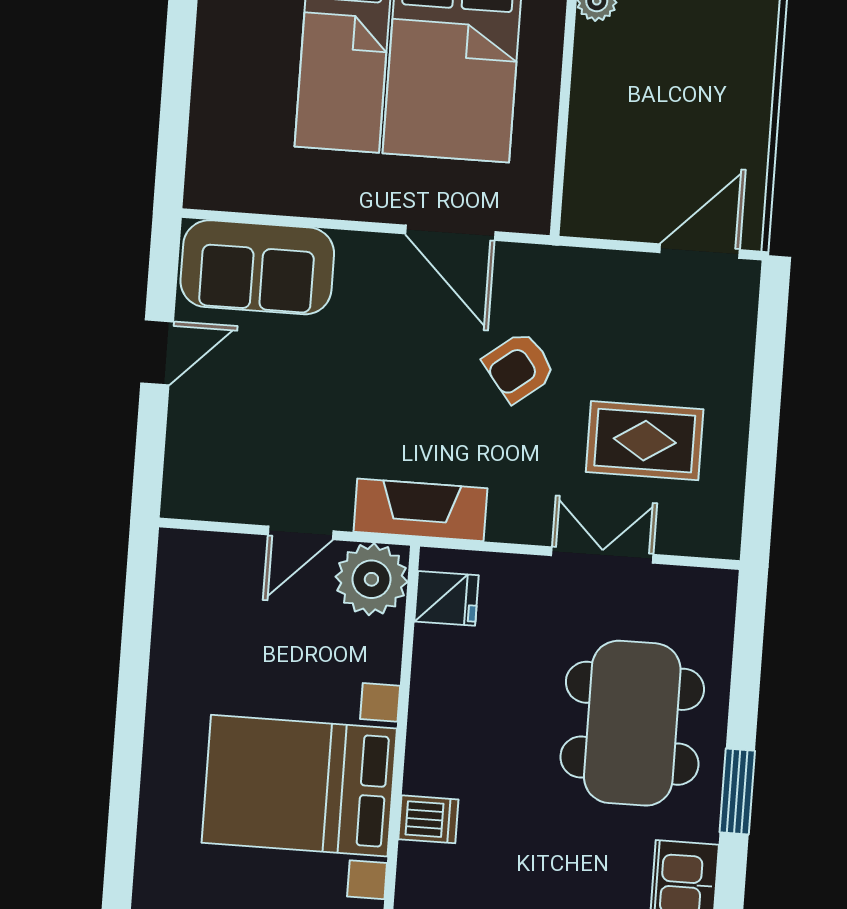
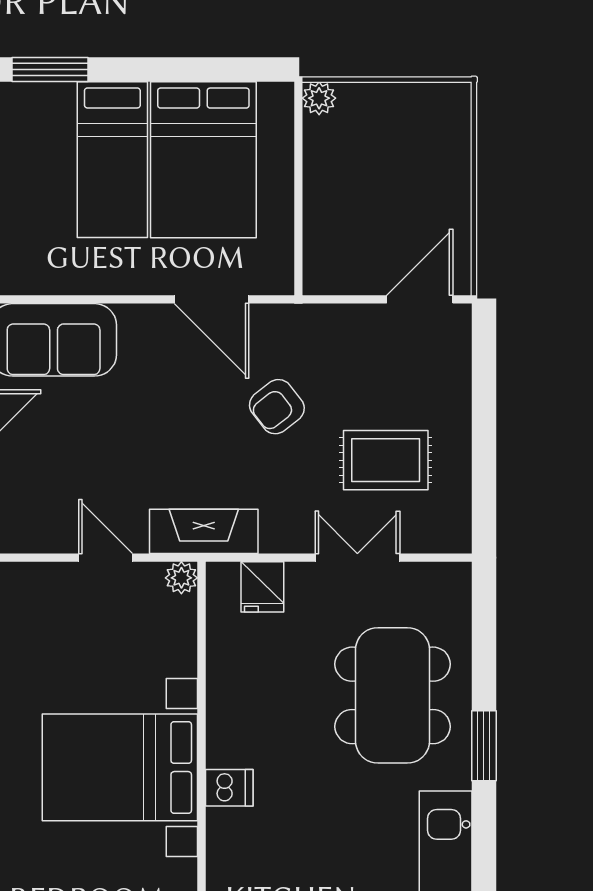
door: (301, 533) -> (106, 558), swing flipped
plant: (371, 579) -> (181, 578), width x0.53, depth x0.53
fridge: (447, 598) -> (262, 587), moved, turned 90

